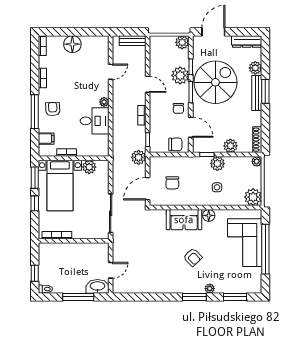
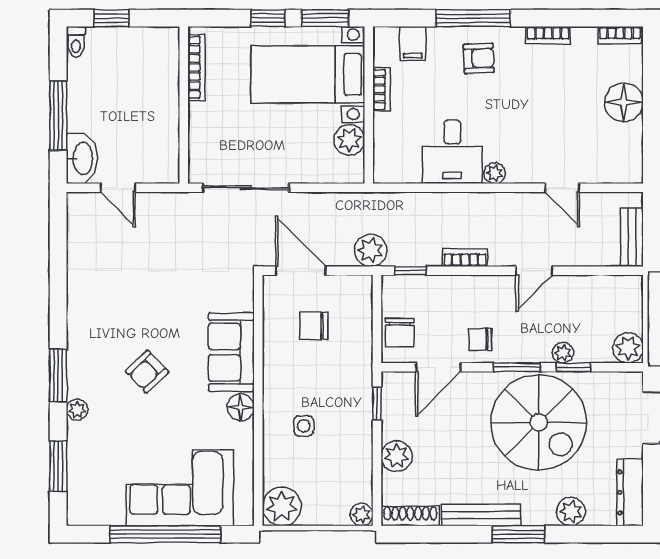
plant: (180, 75) -> (563, 353), width x0.53, depth x0.53
bench: (257, 93) -> (481, 515), moved
plant: (217, 164) -> (357, 427), removed

